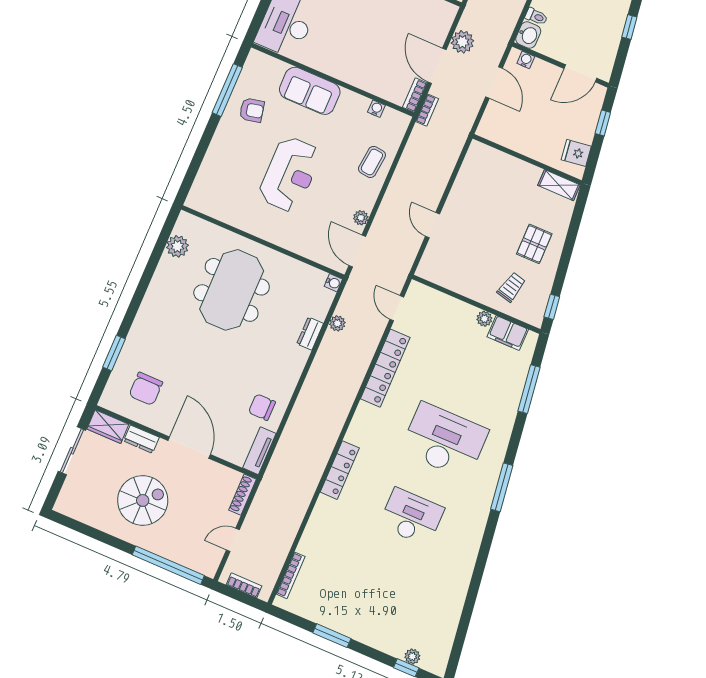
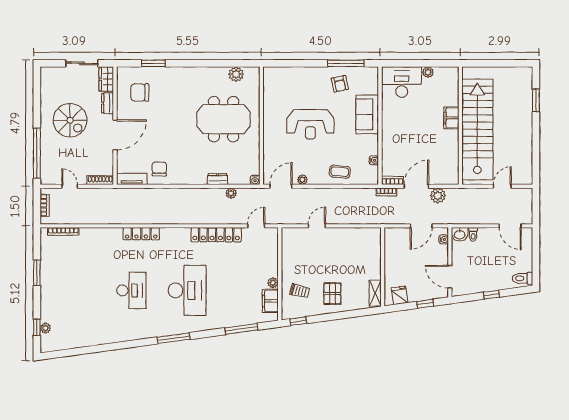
pallet: (534, 244) -> (332, 294), turned 90

